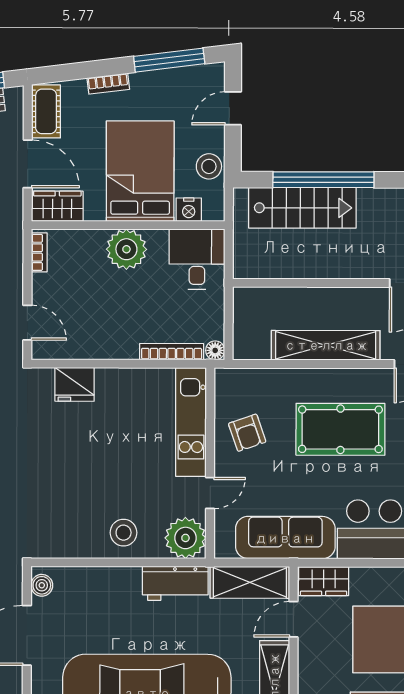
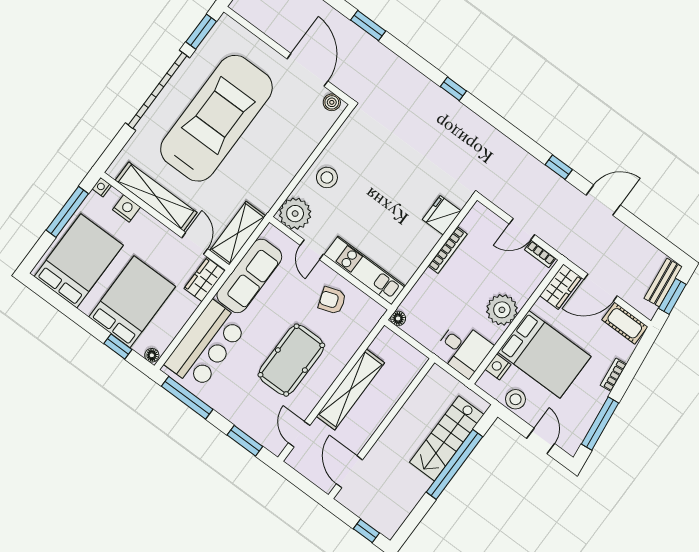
door: (27, 323) -> (522, 229), moved
bookcase: (172, 352) -> (448, 250), moved
workbench: (175, 583) -> (272, 186), removed

